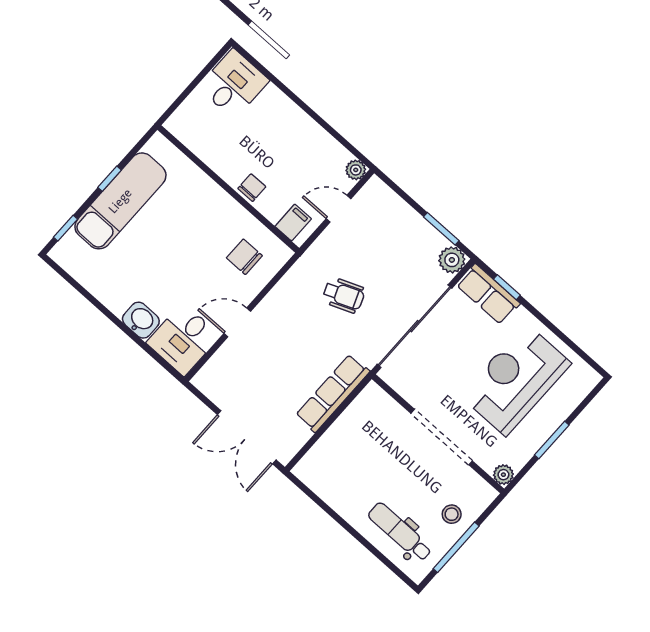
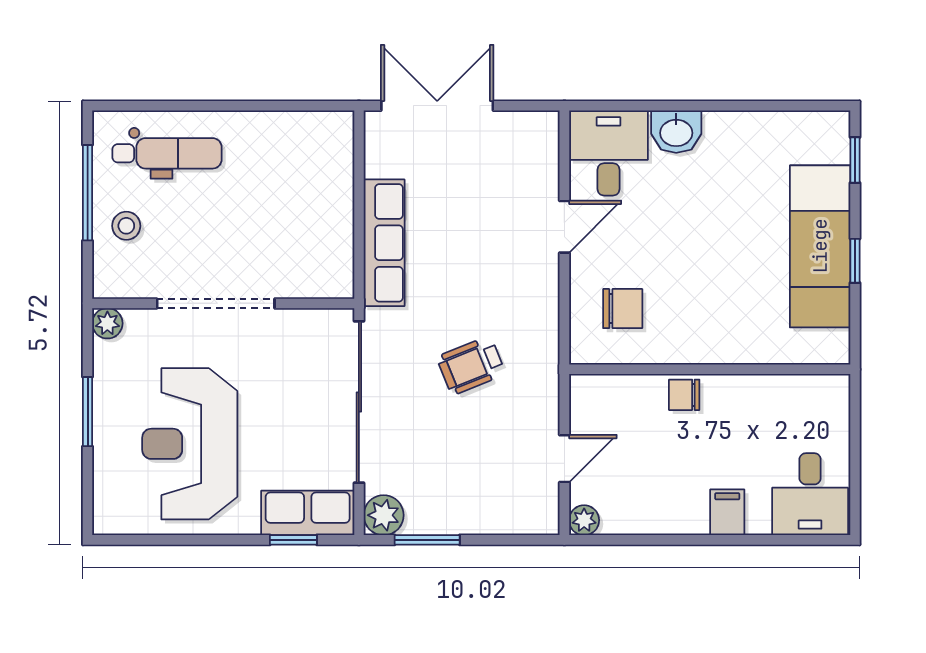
chair: (252, 188) -> (684, 395), turned 90
filing cabinet: (293, 223) -> (727, 512), moved, turned 180
reception desk: (516, 380) -> (190, 444), turned 180

